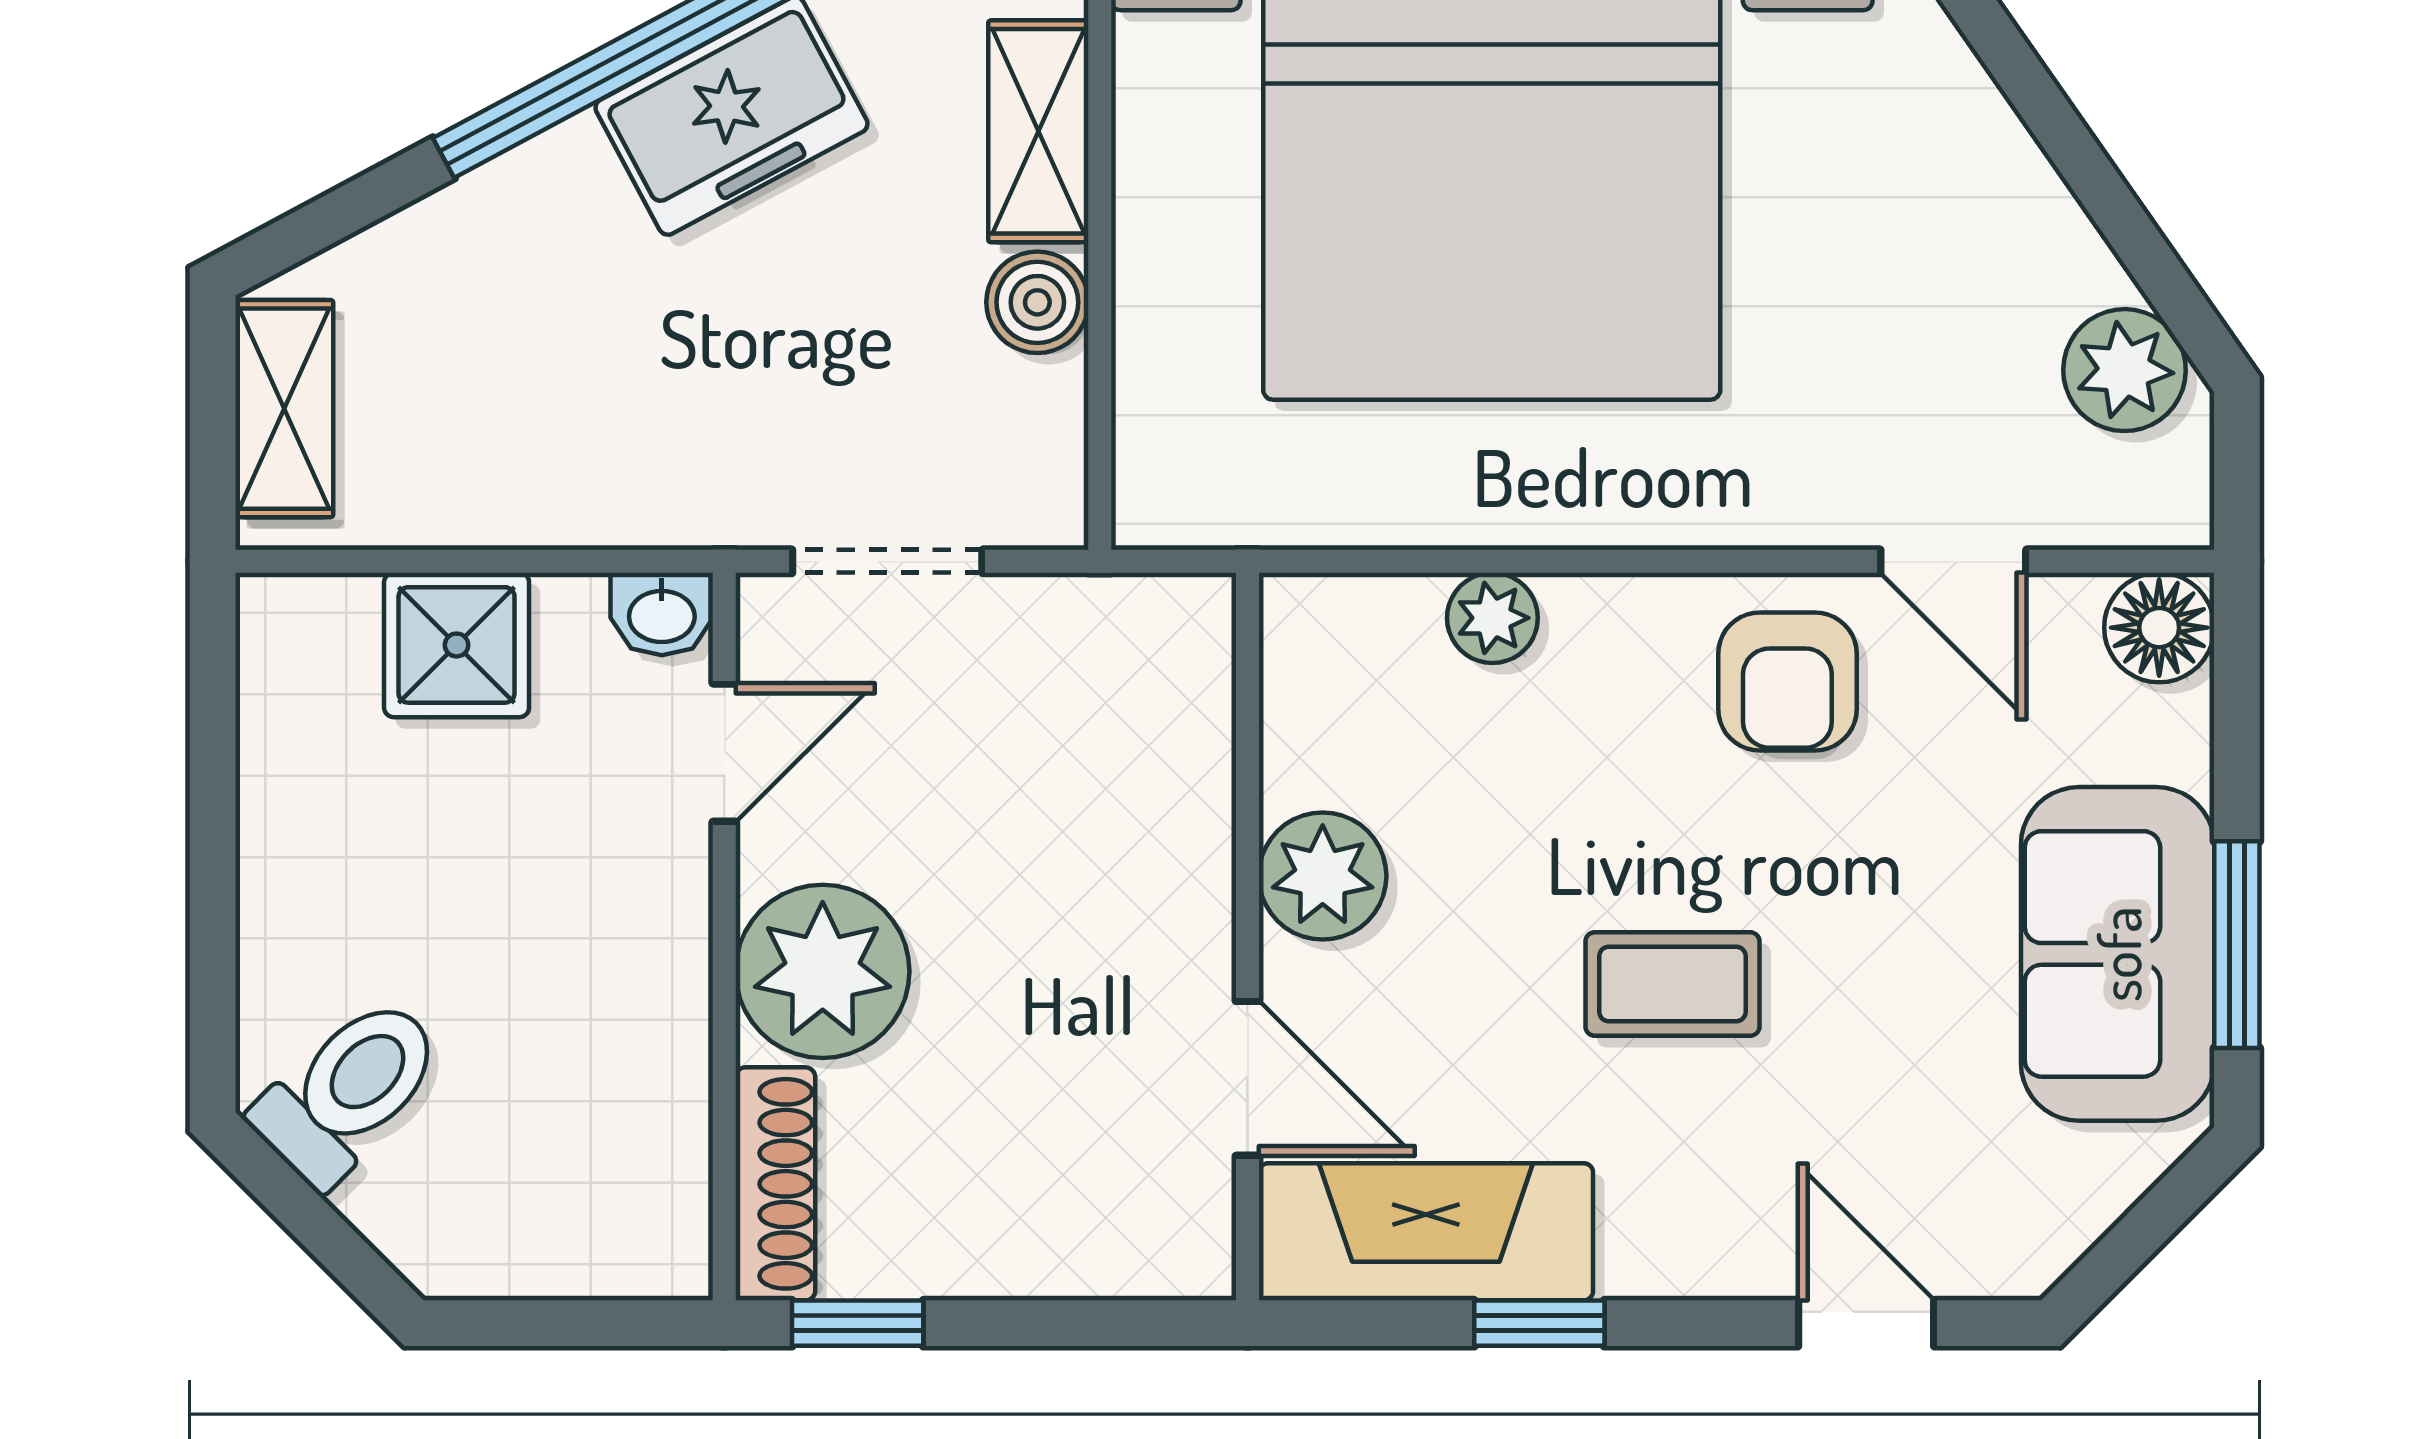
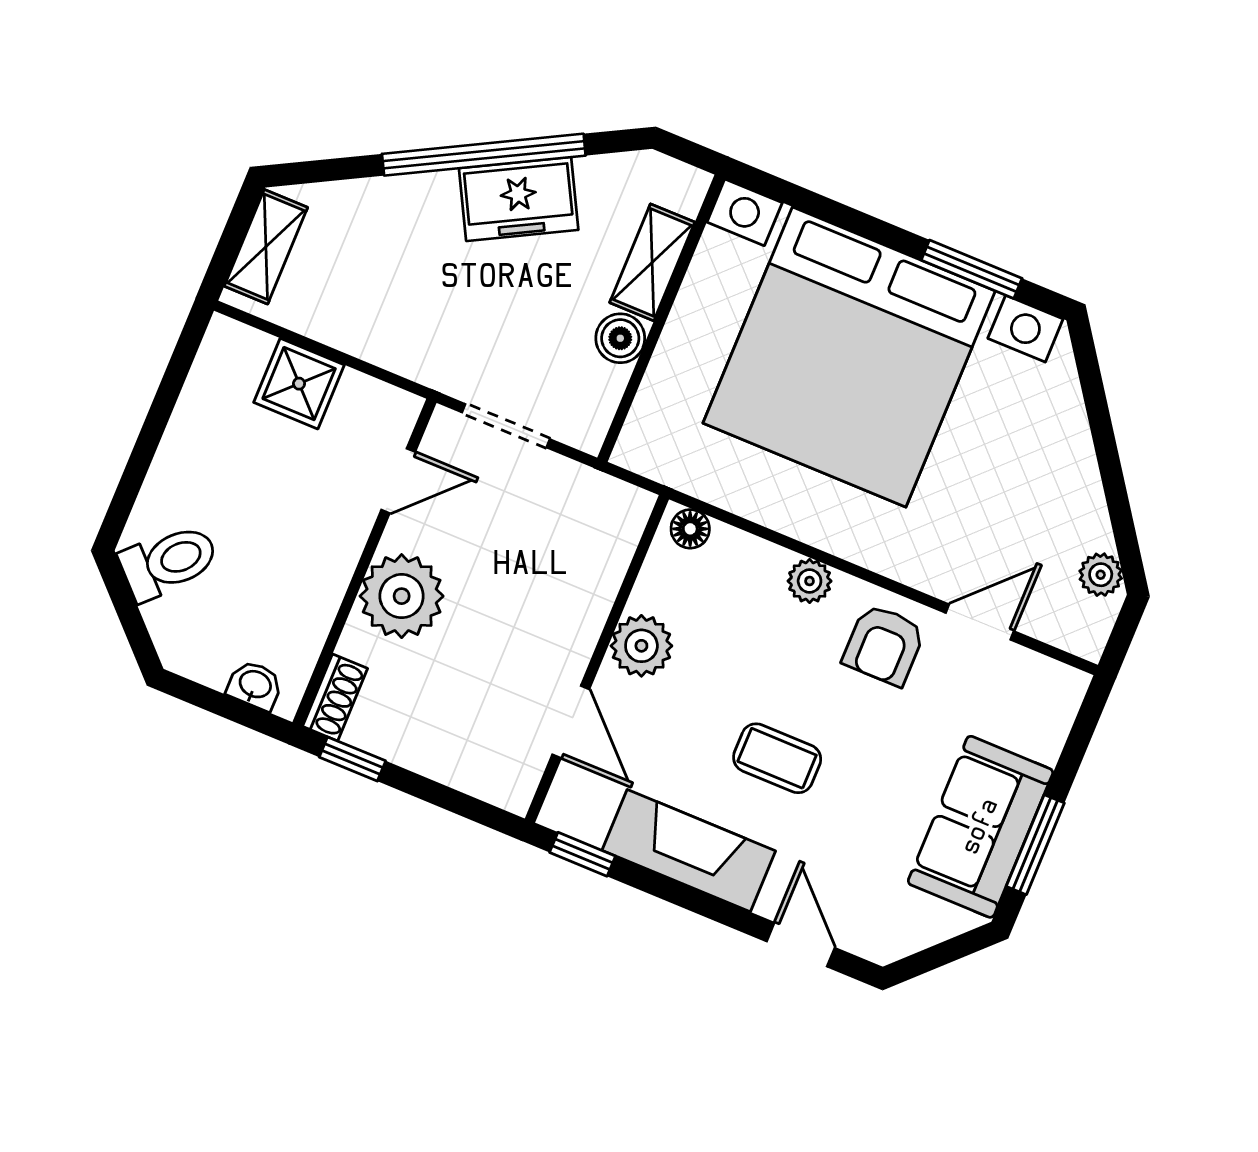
plant: (2125, 370) -> (1101, 575), width x0.73, depth x0.73
door: (1953, 561) -> (980, 622), swing flipped
washbasin: (662, 614) -> (255, 685), moved, turned 180
plant: (1492, 618) -> (810, 581), moved
floor lamp: (2159, 628) -> (690, 529), moved, width x0.73, depth x0.73
shoe rack: (775, 1184) -> (335, 697), width x0.70
fireplace: (1426, 1232) -> (689, 851), moved
window: (1539, 1323) -> (583, 854), moved

